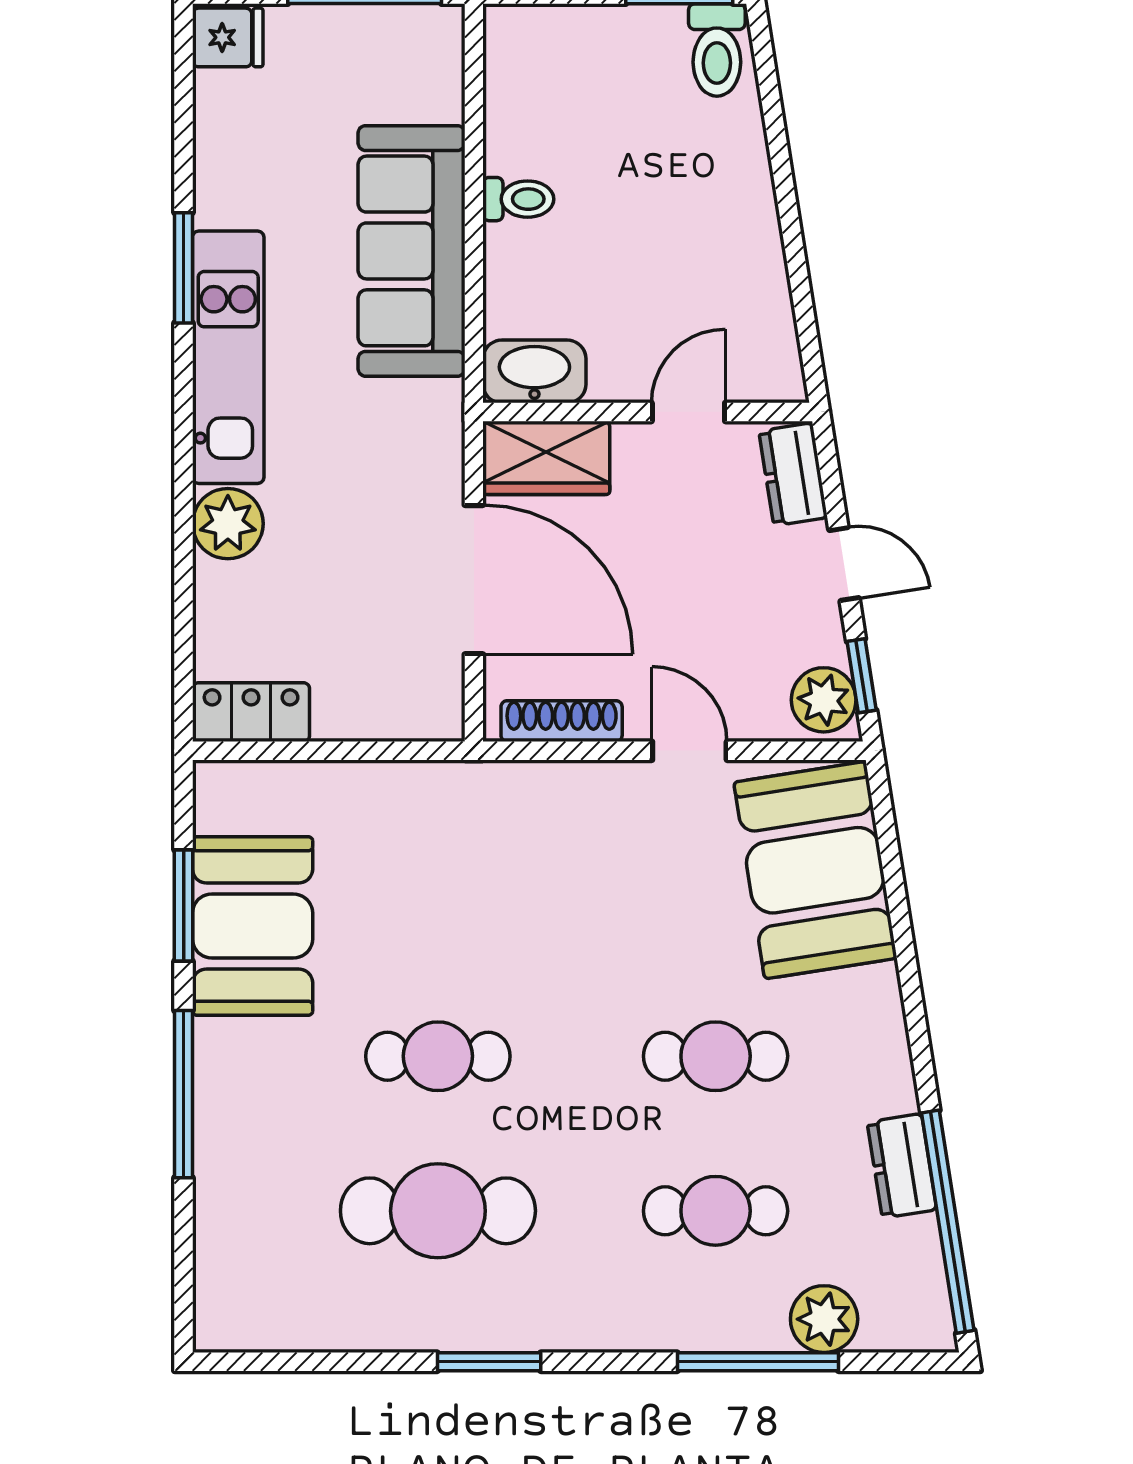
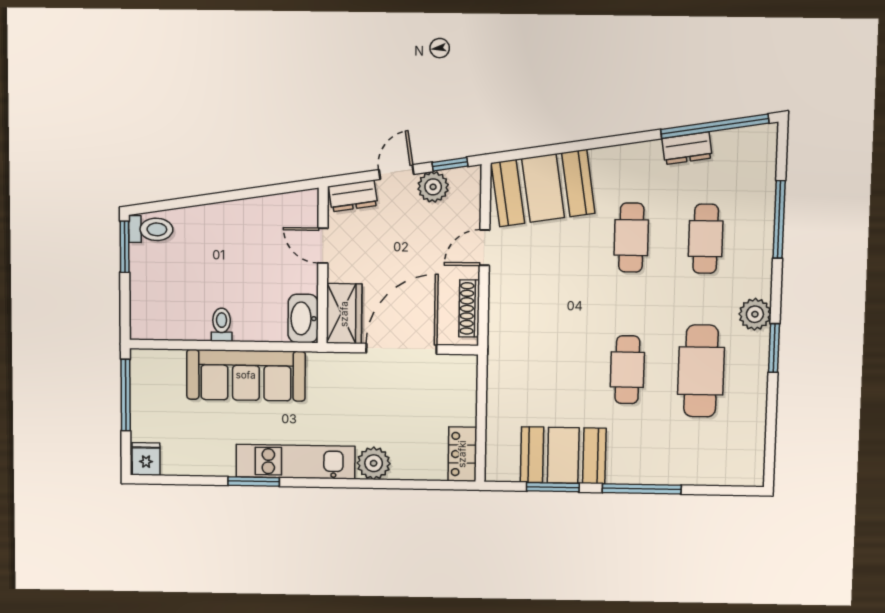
plant: (824, 700) -> (433, 187), moved
plant: (824, 1319) -> (755, 314), moved

